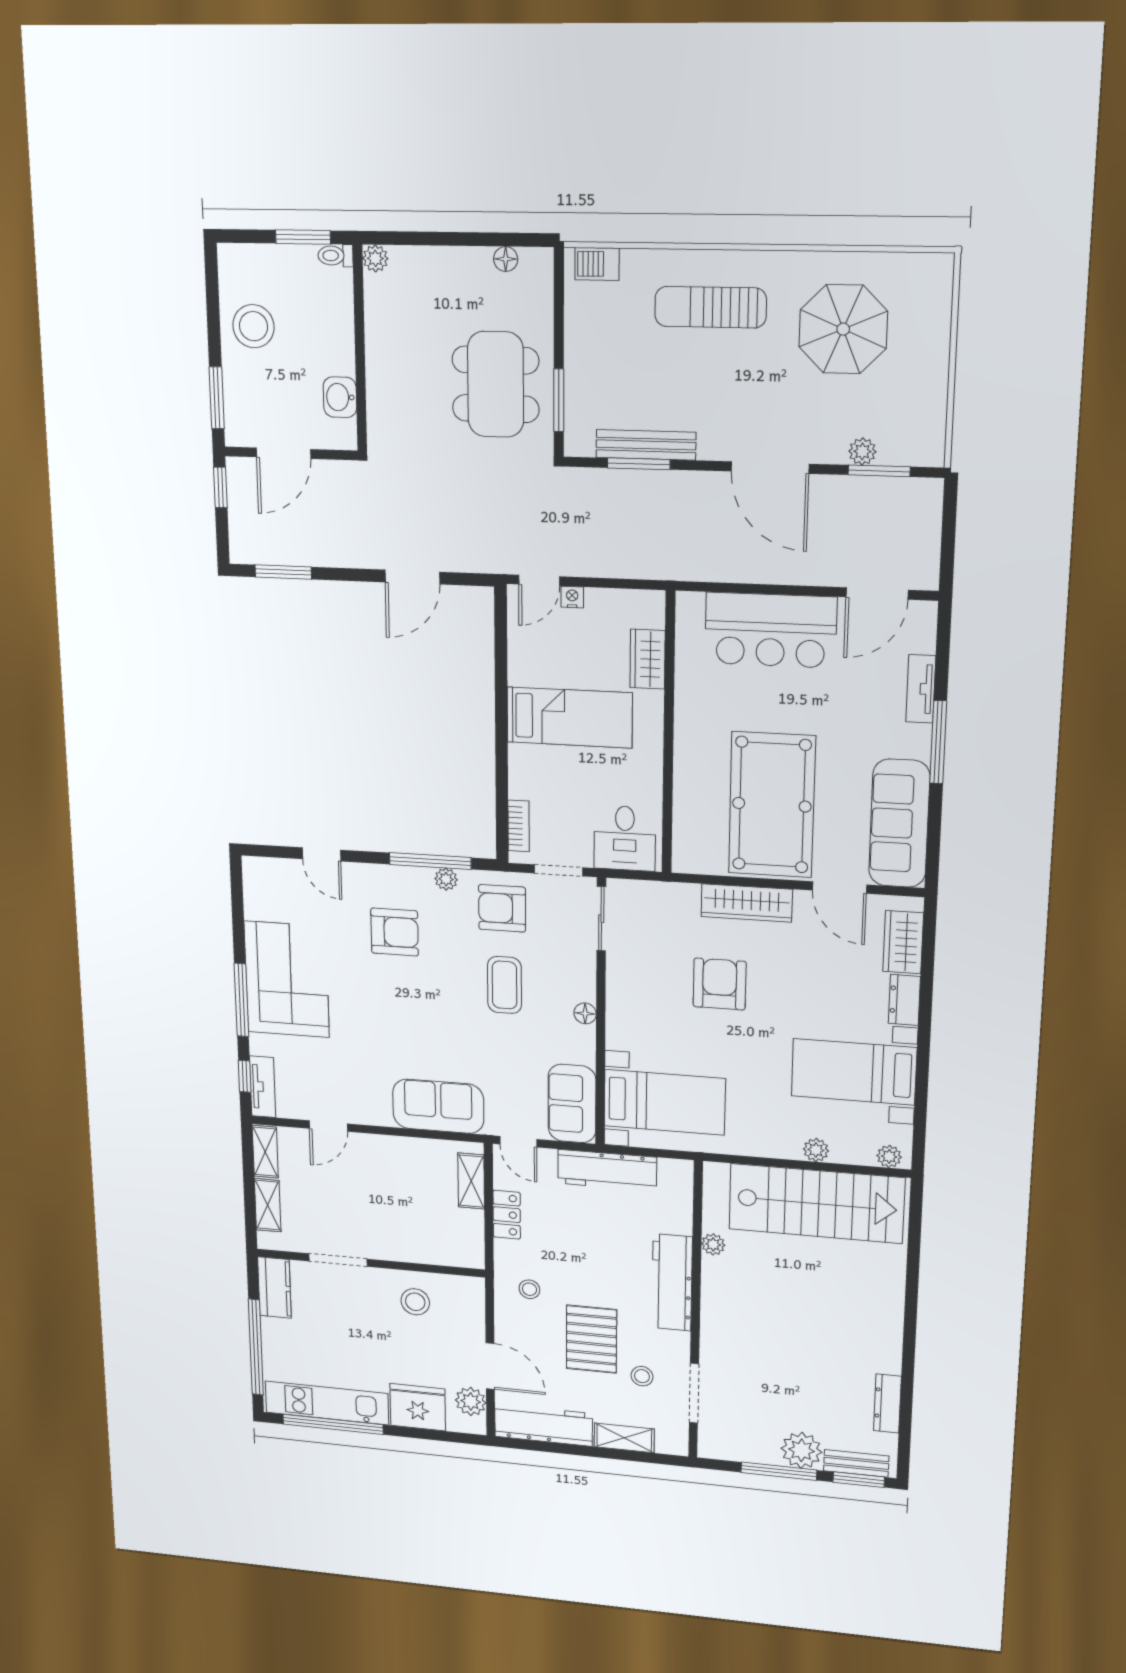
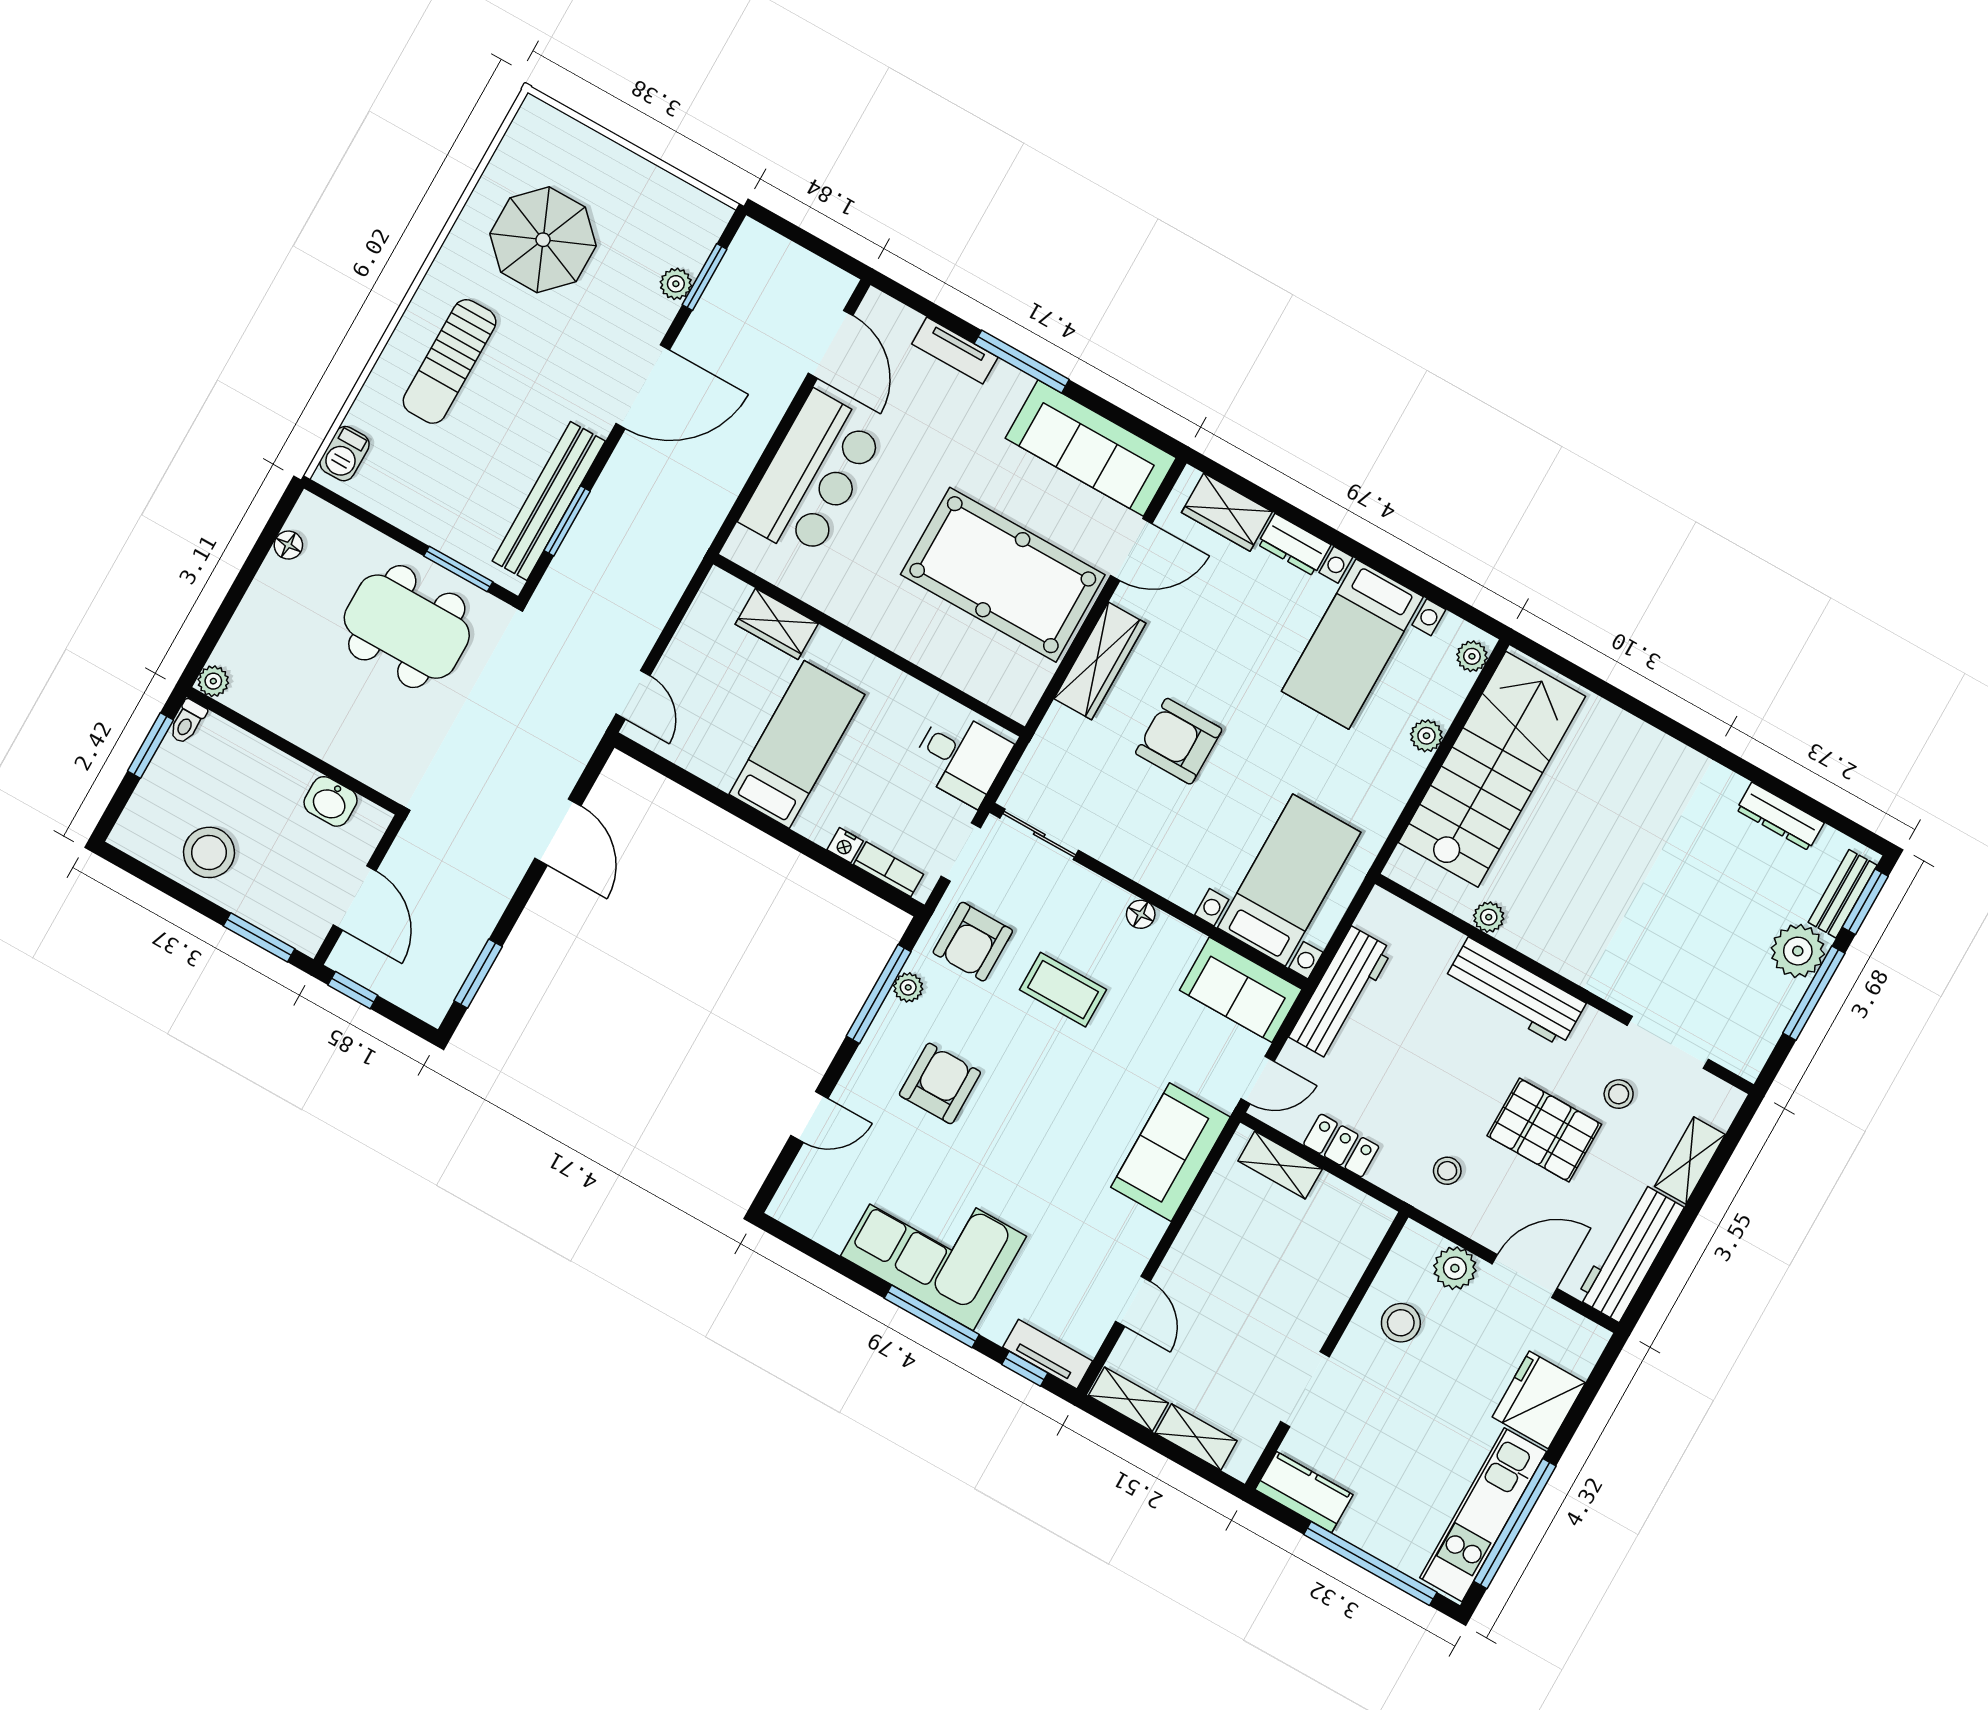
bench: (646, 445) -> (549, 501), width x1.37, depth x1.21
nightstand: (572, 597) -> (845, 845), moved, turned -90
plant: (471, 1401) -> (1455, 1268), moved

